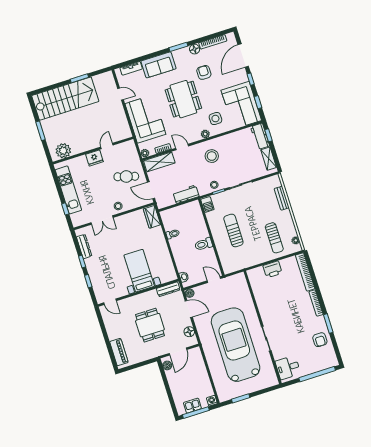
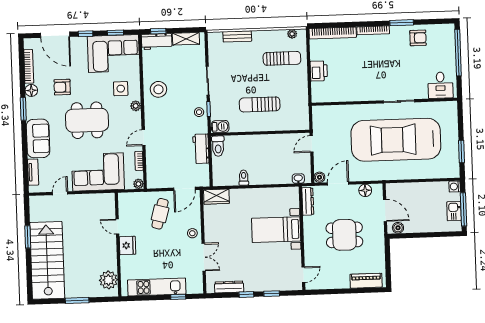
stool: (212, 156) -> (158, 89), moved
shelving: (159, 162) -> (153, 170), removed
toilet: (204, 244) -> (218, 146), moved

